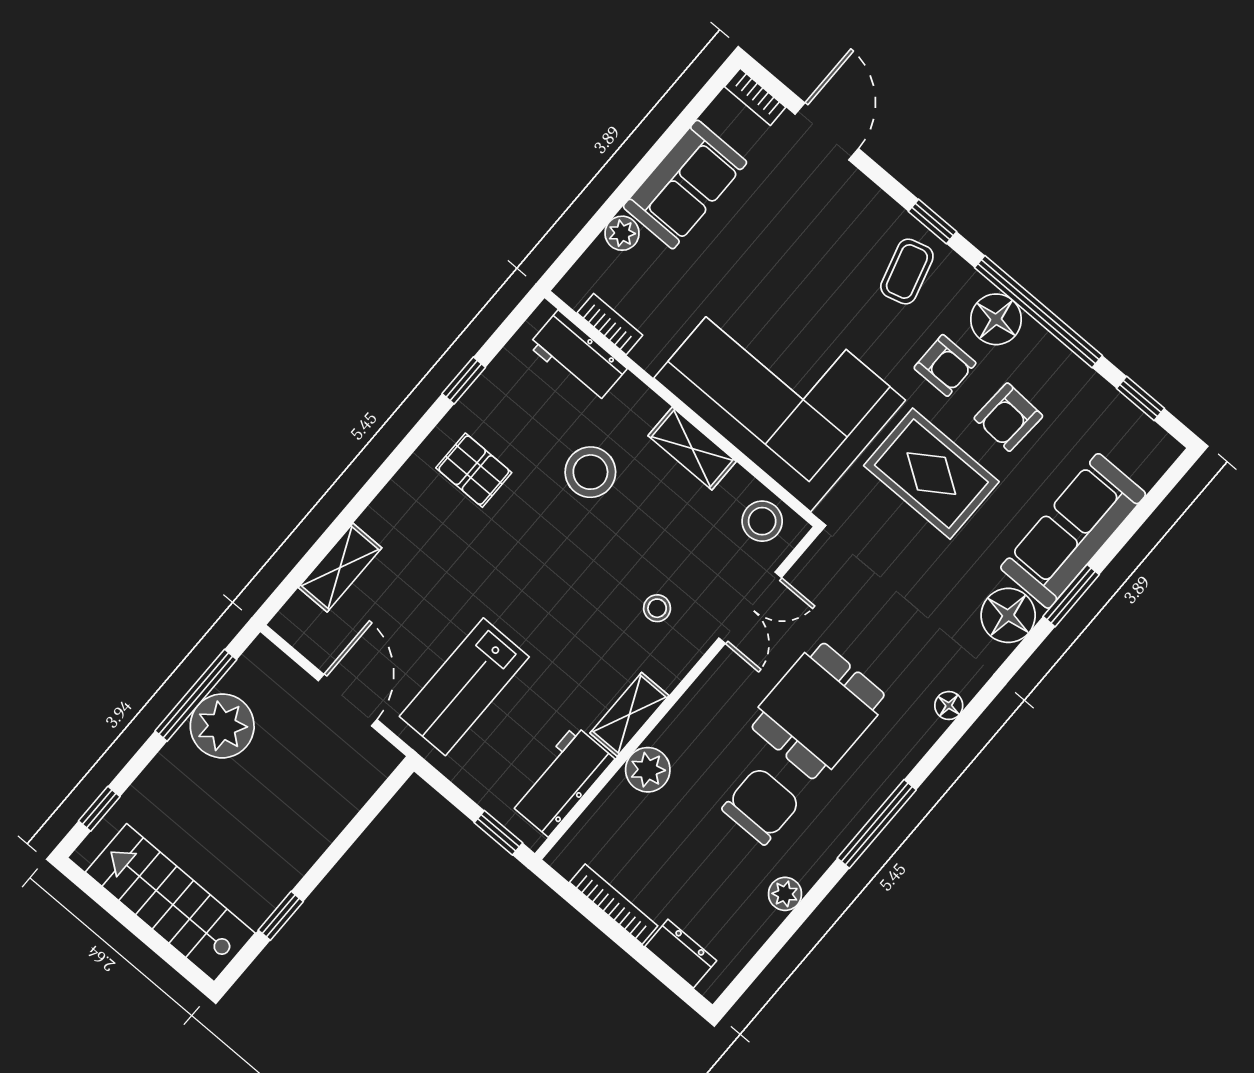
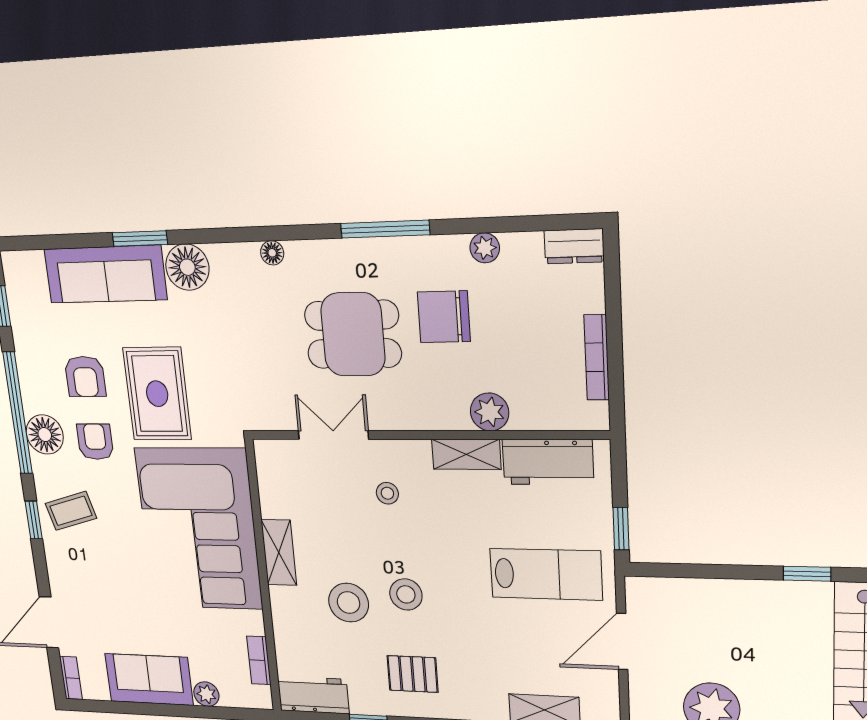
workbench: (577, 357) -> (313, 695), moved, turned -90
armchair: (1008, 417) -> (85, 377), turned 87
pallet: (474, 470) -> (413, 674), turned 90
stool: (762, 521) -> (406, 594), moved
window: (498, 833) -> (621, 529), moved
dresser: (681, 954) -> (574, 246), moved, turned -90

